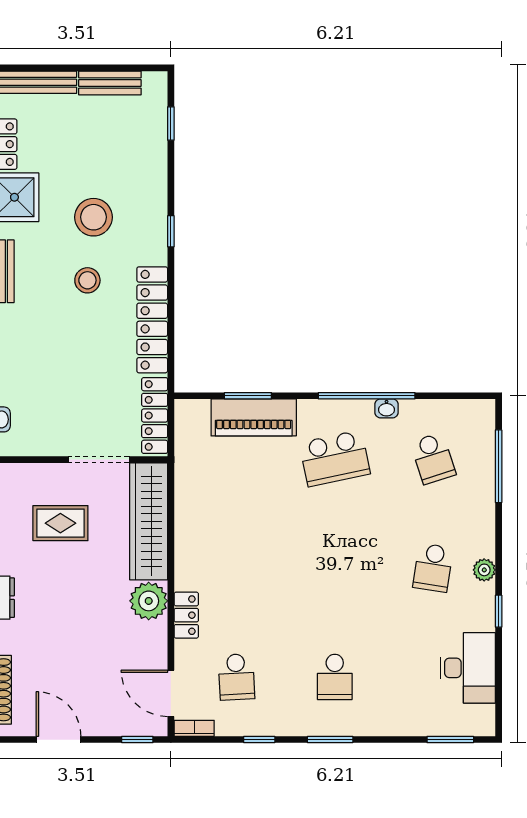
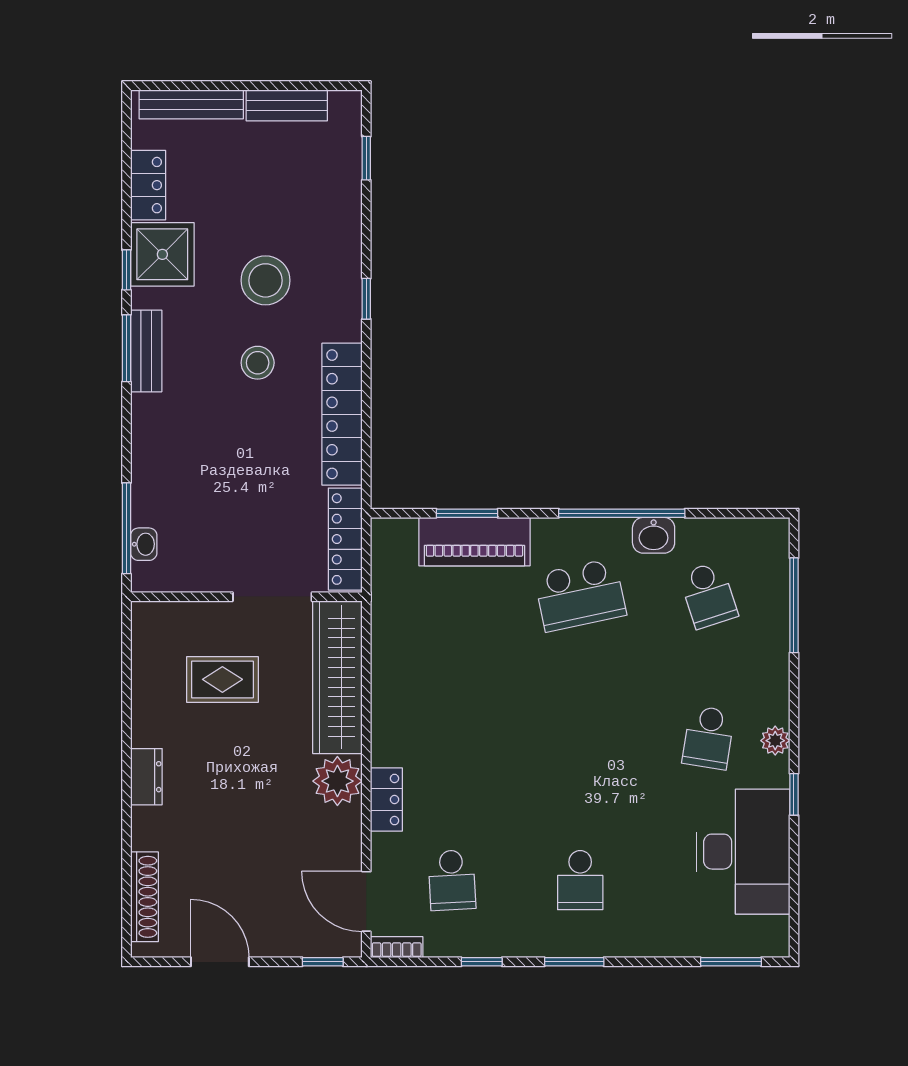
washbasin: (387, 408) -> (654, 535), width x1.38, depth x1.45
desk: (468, 668) -> (743, 852), width x1.36, depth x1.30

